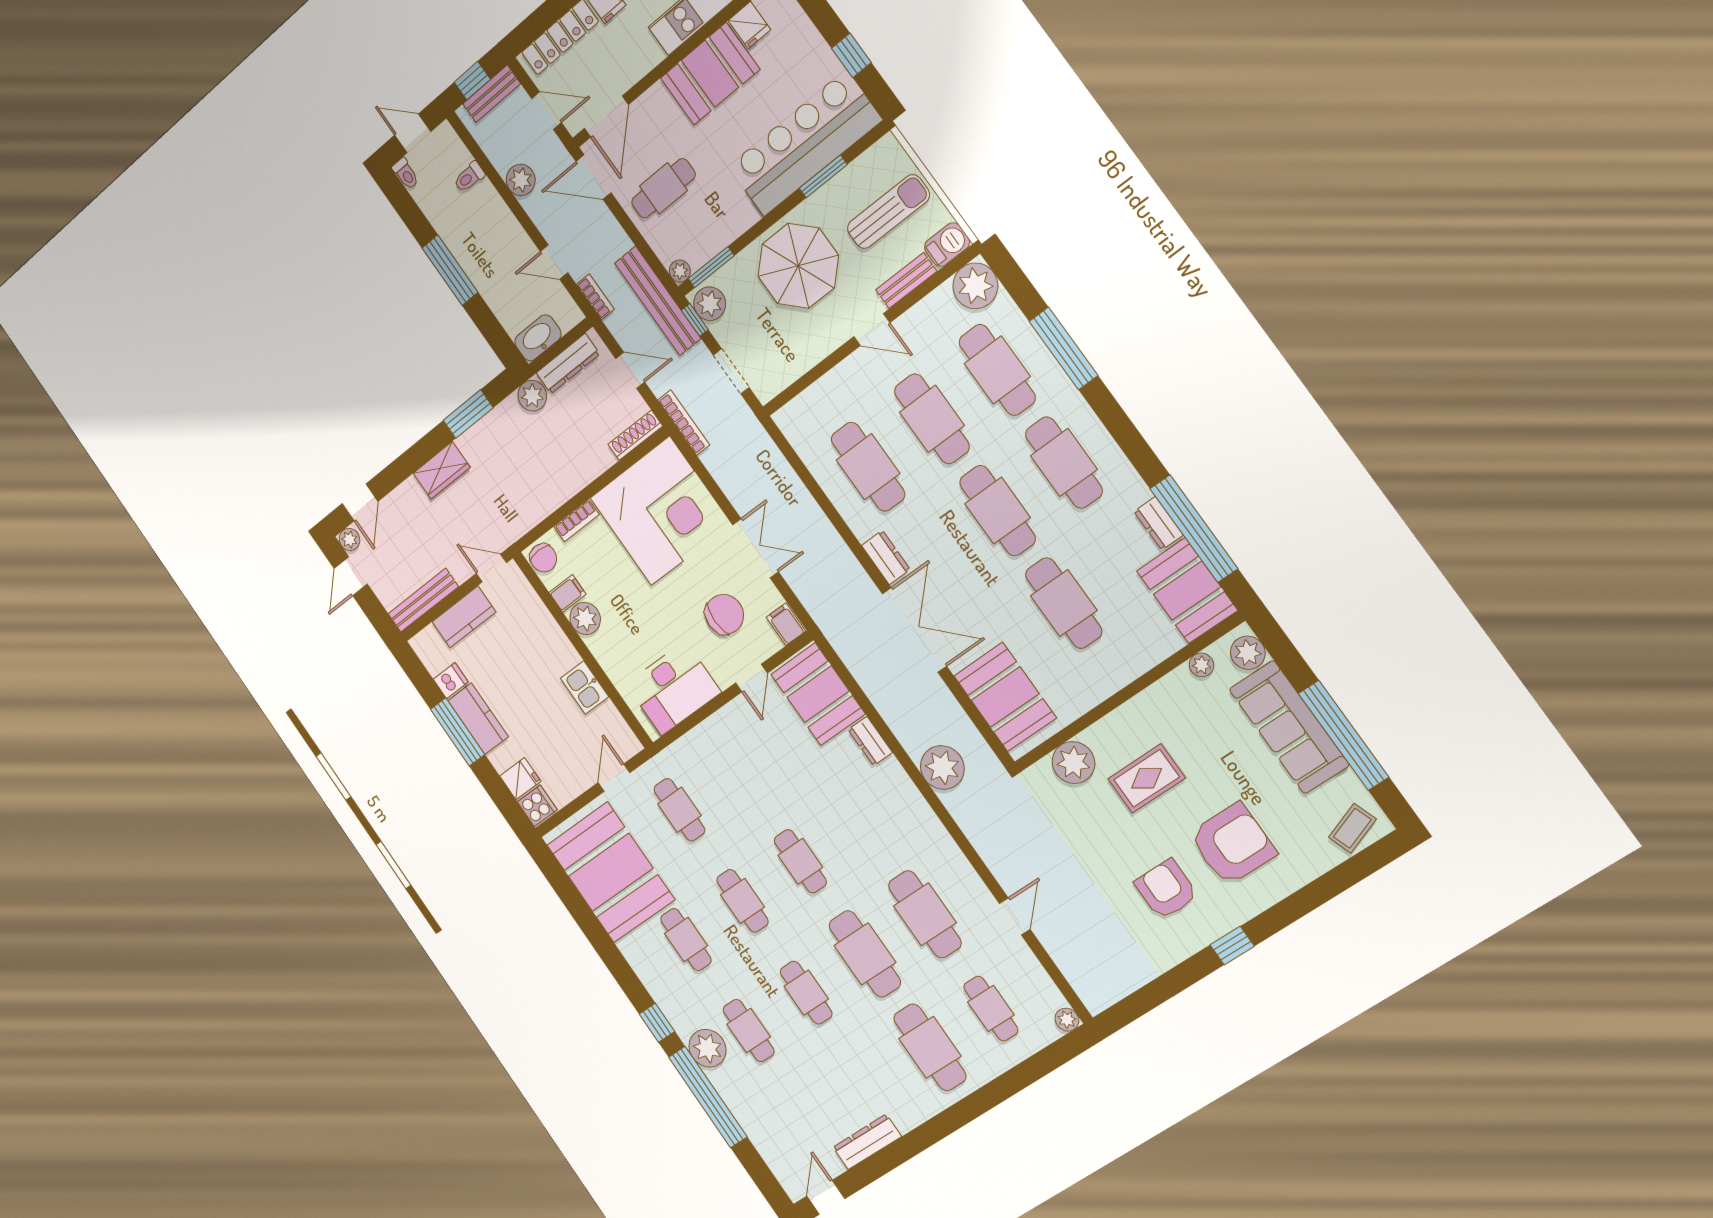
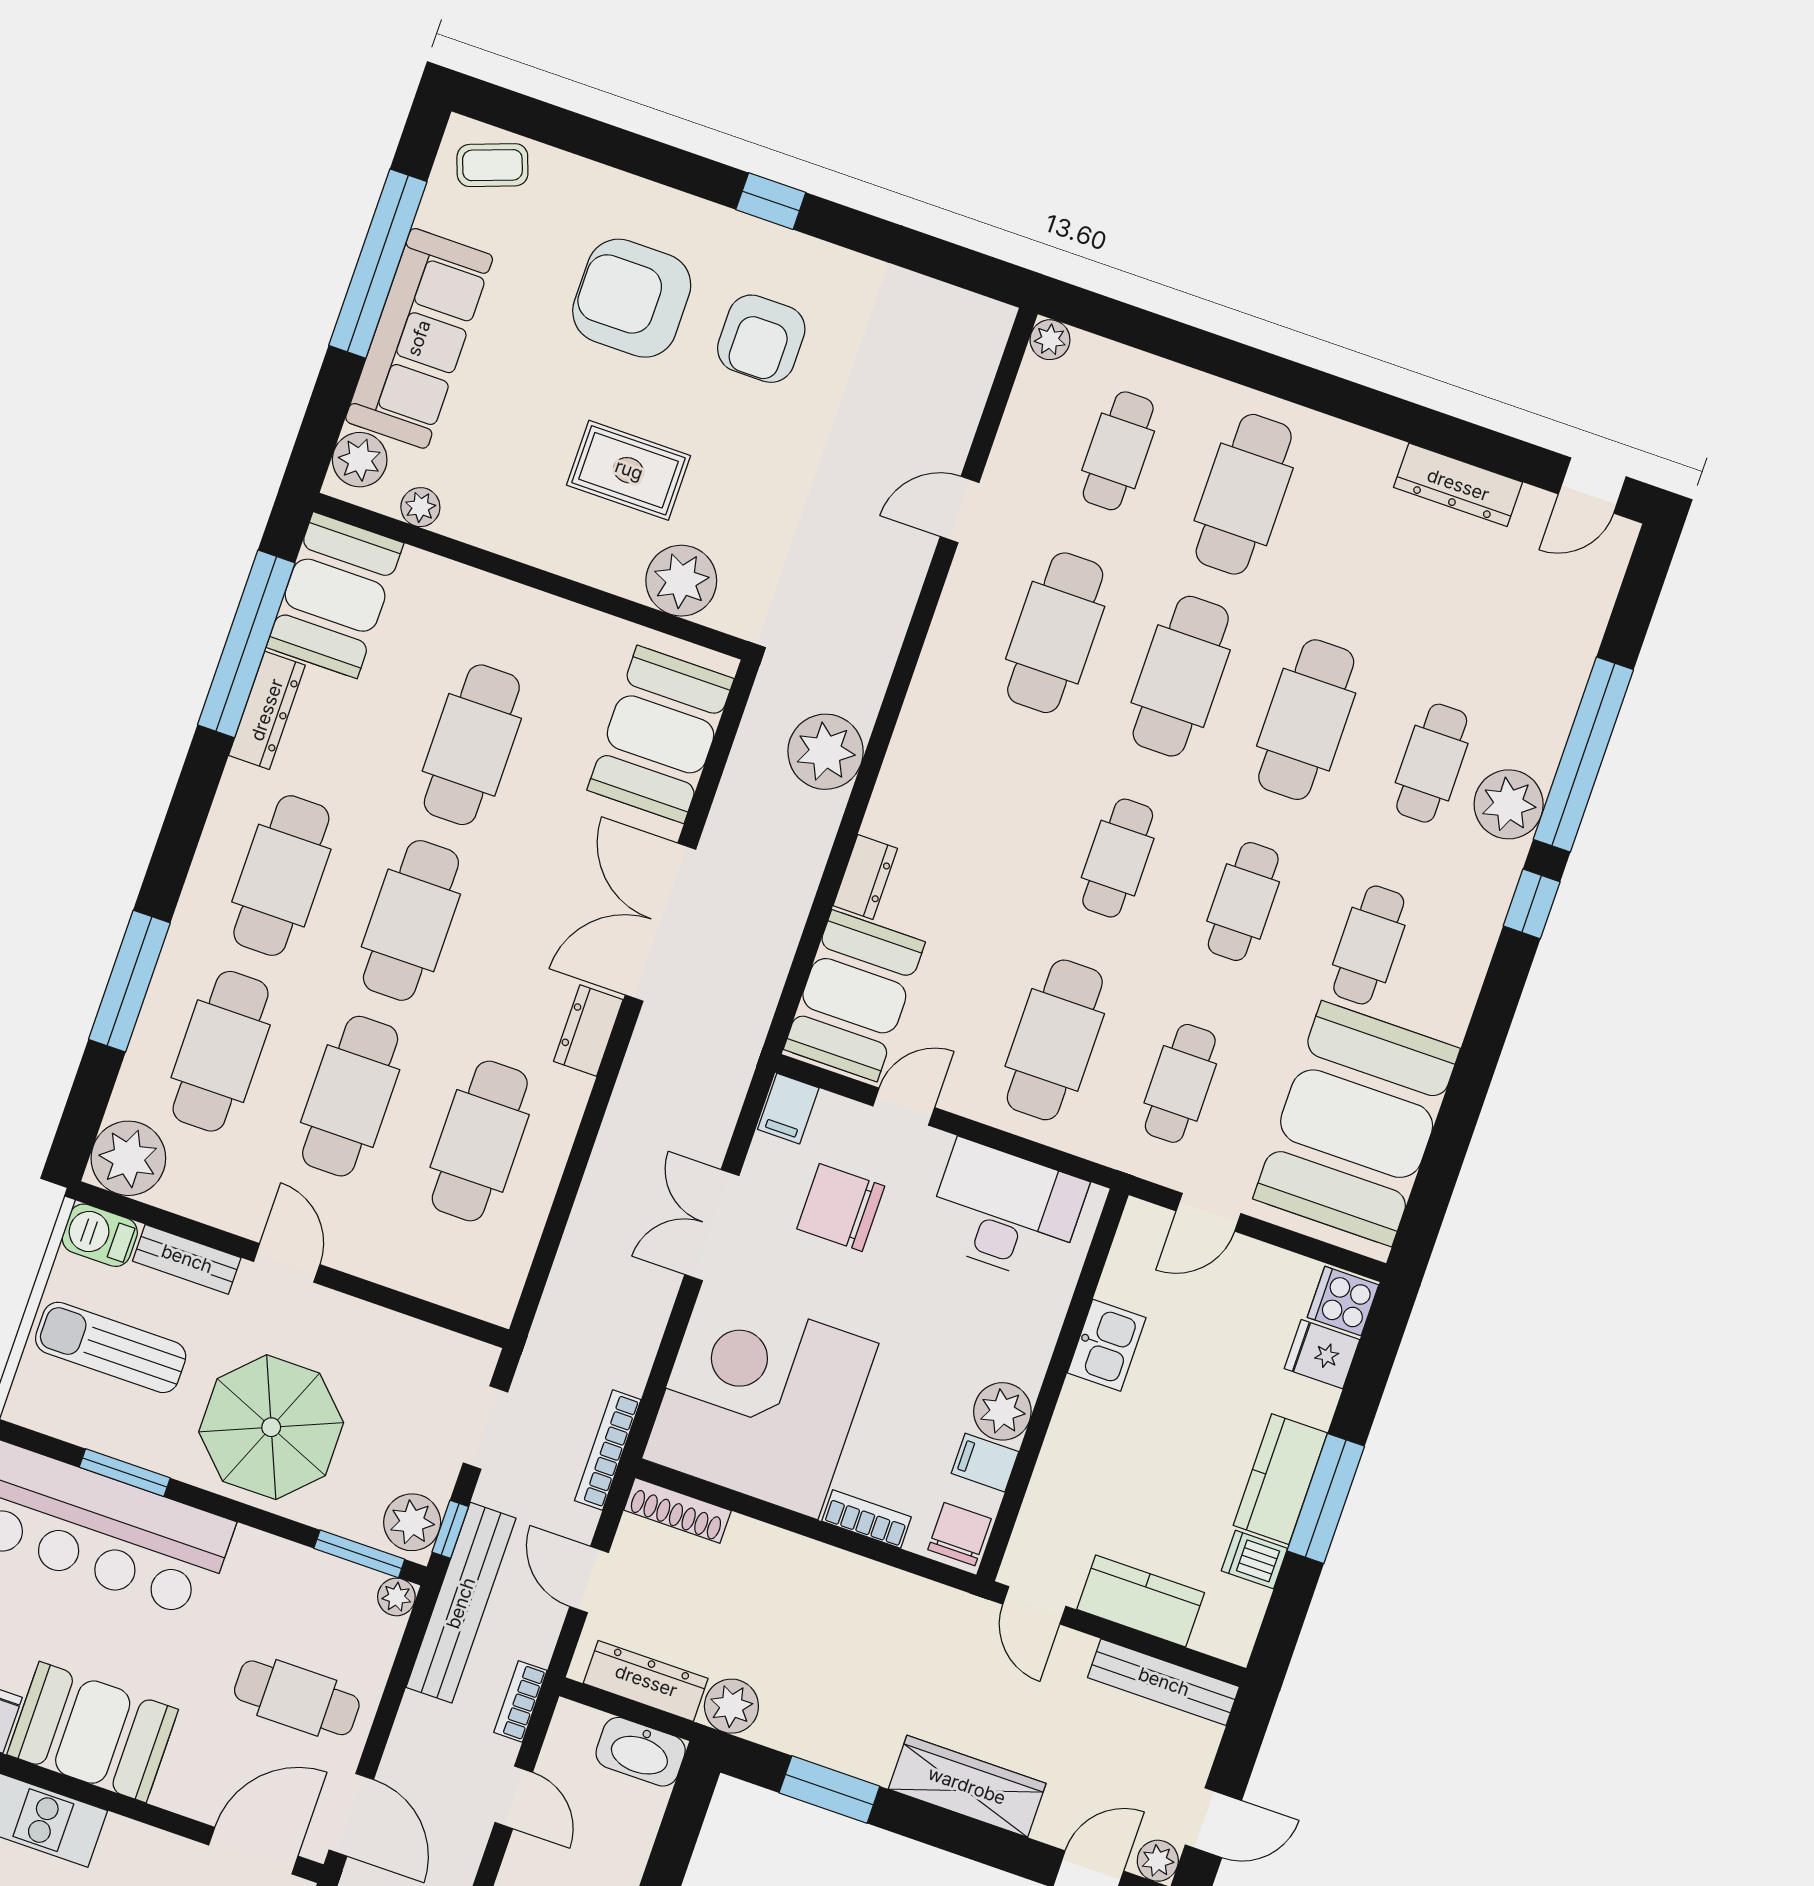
wardrobe: (442, 470) -> (967, 1786), width x1.50
dresser: (1159, 523) -> (267, 710), width x1.44
cafe table: (736, 769) -> (1055, 1040), added
cafe table: (806, 993) -> (1306, 720), width x1.37, depth x1.35

